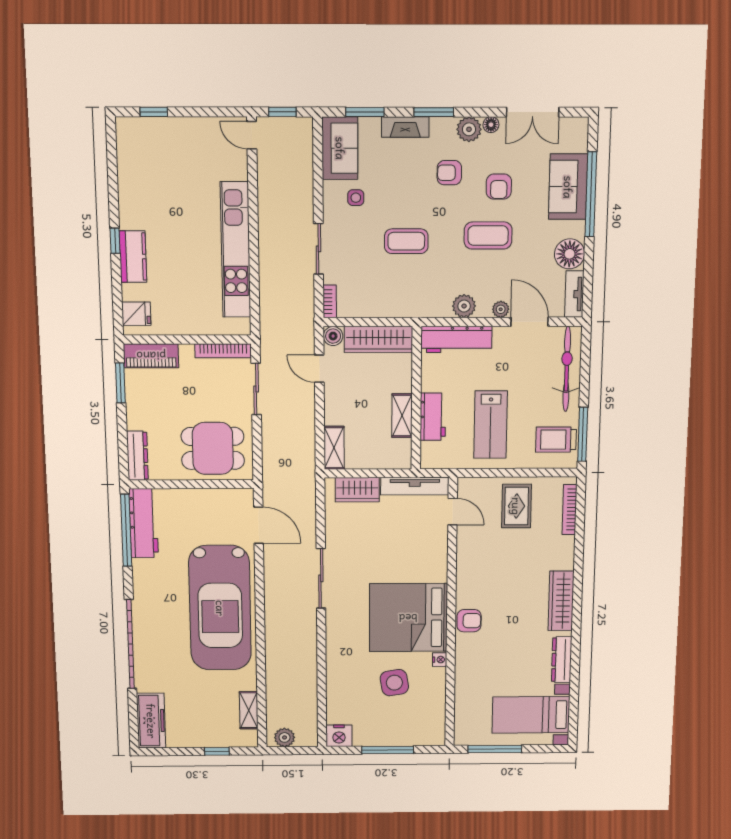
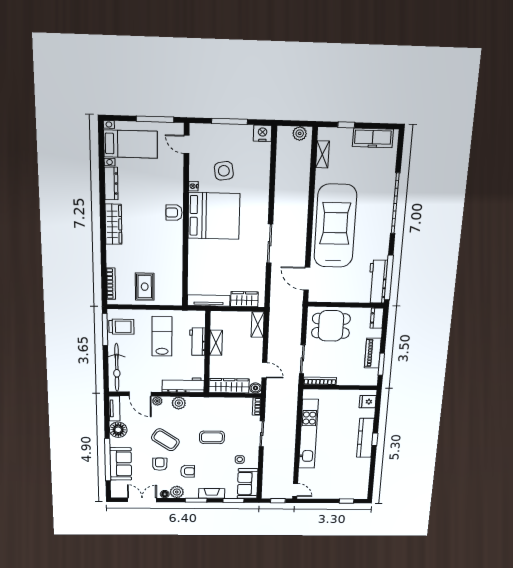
coffee table: (488, 236) -> (165, 440), turned 34
kitchen counter: (133, 257) -> (365, 438), width x1.50
piano: (151, 356) -> (373, 353), moved, turned -90
dresser: (137, 456) -> (377, 318), width x0.70
door: (453, 512) -> (186, 144), moved
freezer: (151, 721) -> (373, 138), moved, turned -90

